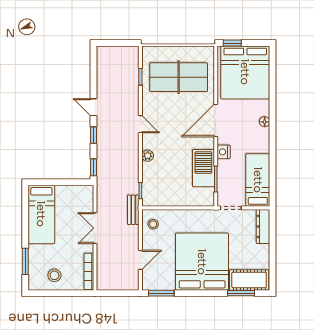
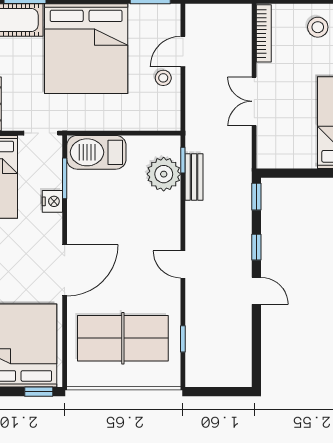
nightstand: (224, 152) -> (52, 201), moved
plant: (148, 156) -> (164, 174), moved, width x1.87, depth x1.87
barbecue: (203, 168) -> (96, 152), moved, turned 90
bench: (133, 210) -> (194, 177), moved
stool: (153, 224) -> (163, 78), moved
double door: (95, 228) -> (254, 101), swing flipped

